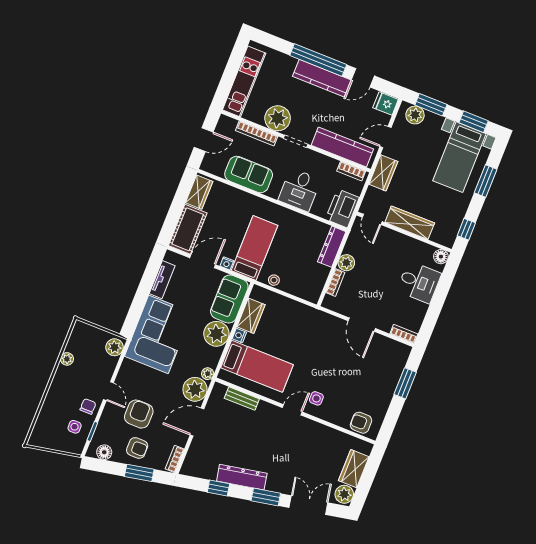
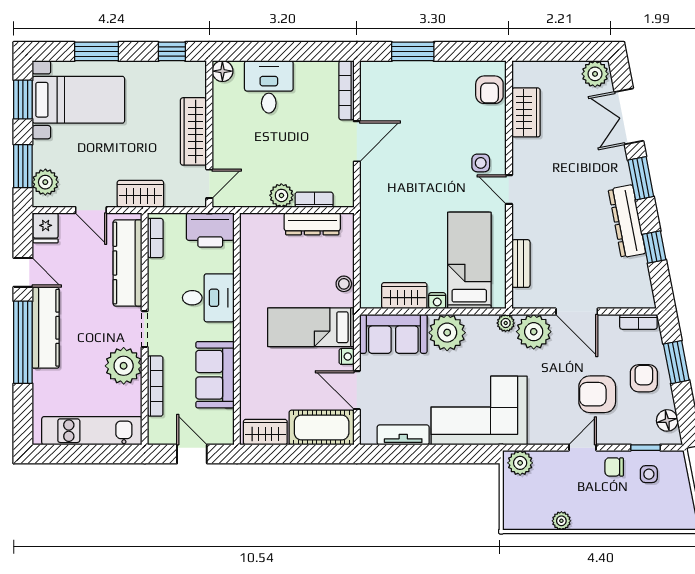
dresser: (332, 247) -> (312, 224), moved
bookcase: (404, 334) -> (346, 90), width x1.56
wardrobe: (354, 469) -> (526, 112), moved, turned -90

